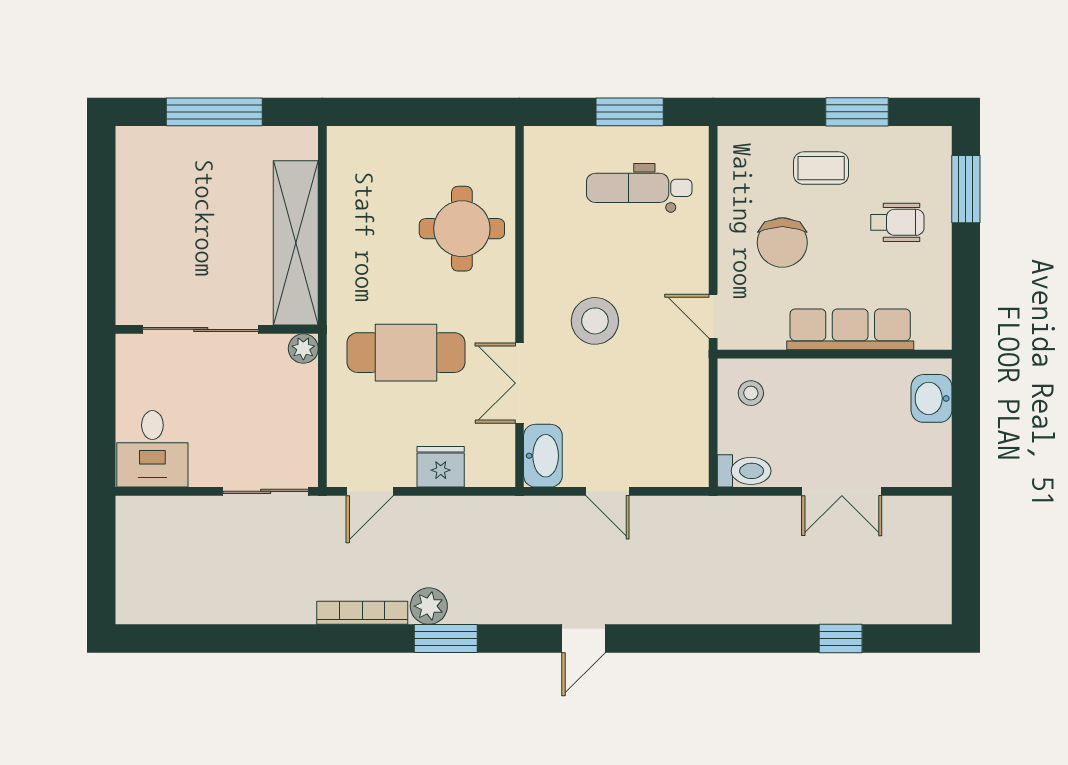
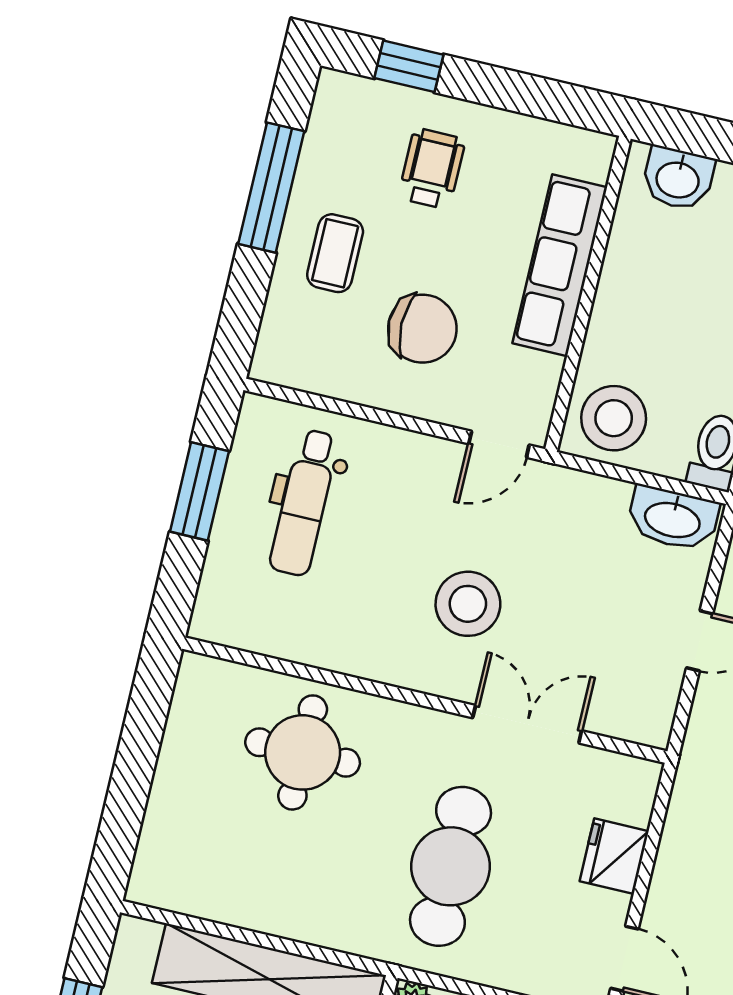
window: (857, 112) -> (271, 188), width x1.44
window: (966, 189) -> (409, 66), width x0.67
double door: (520, 383) -> (527, 724), swing flipped
stool: (751, 393) -> (614, 418), width x1.89, depth x1.89
washbasin: (543, 456) -> (673, 518), moved, turned 180

